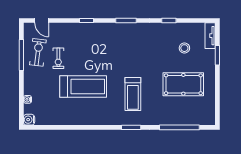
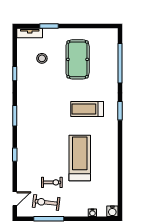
treadmill: (133, 94) -> (87, 109), turned 180

